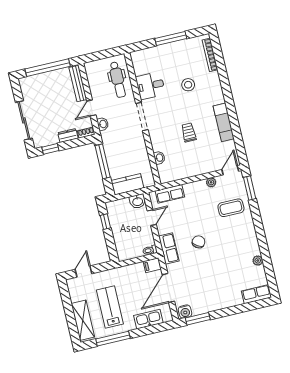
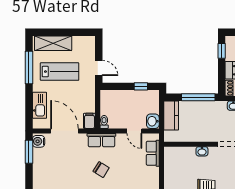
washbasin: (159, 158) -> (202, 151), moved
door: (83, 272) -> (99, 68), moved

